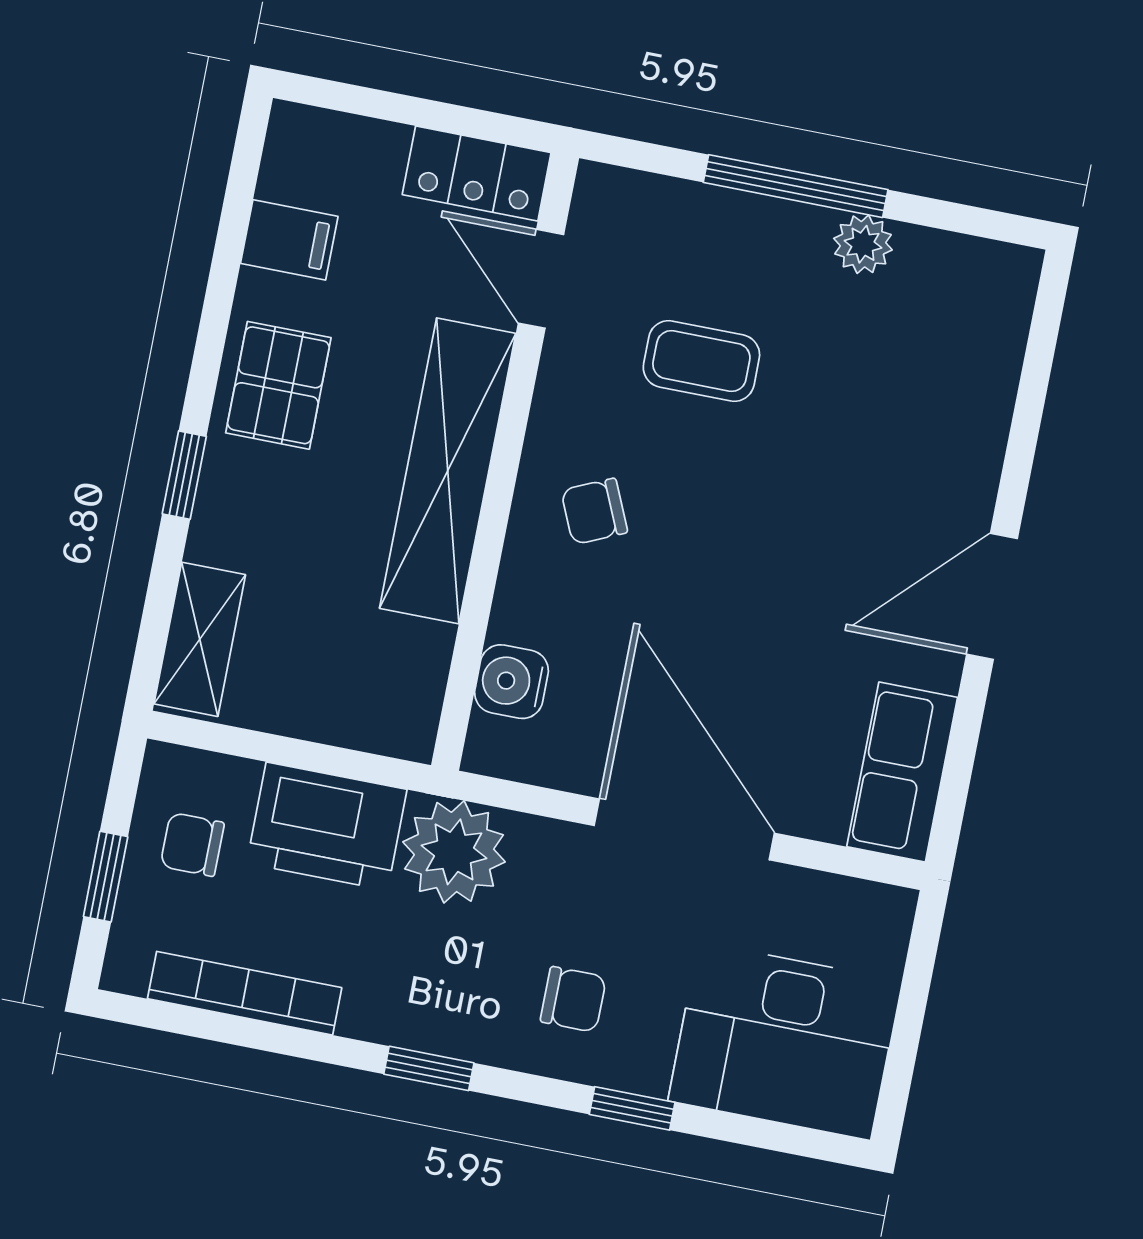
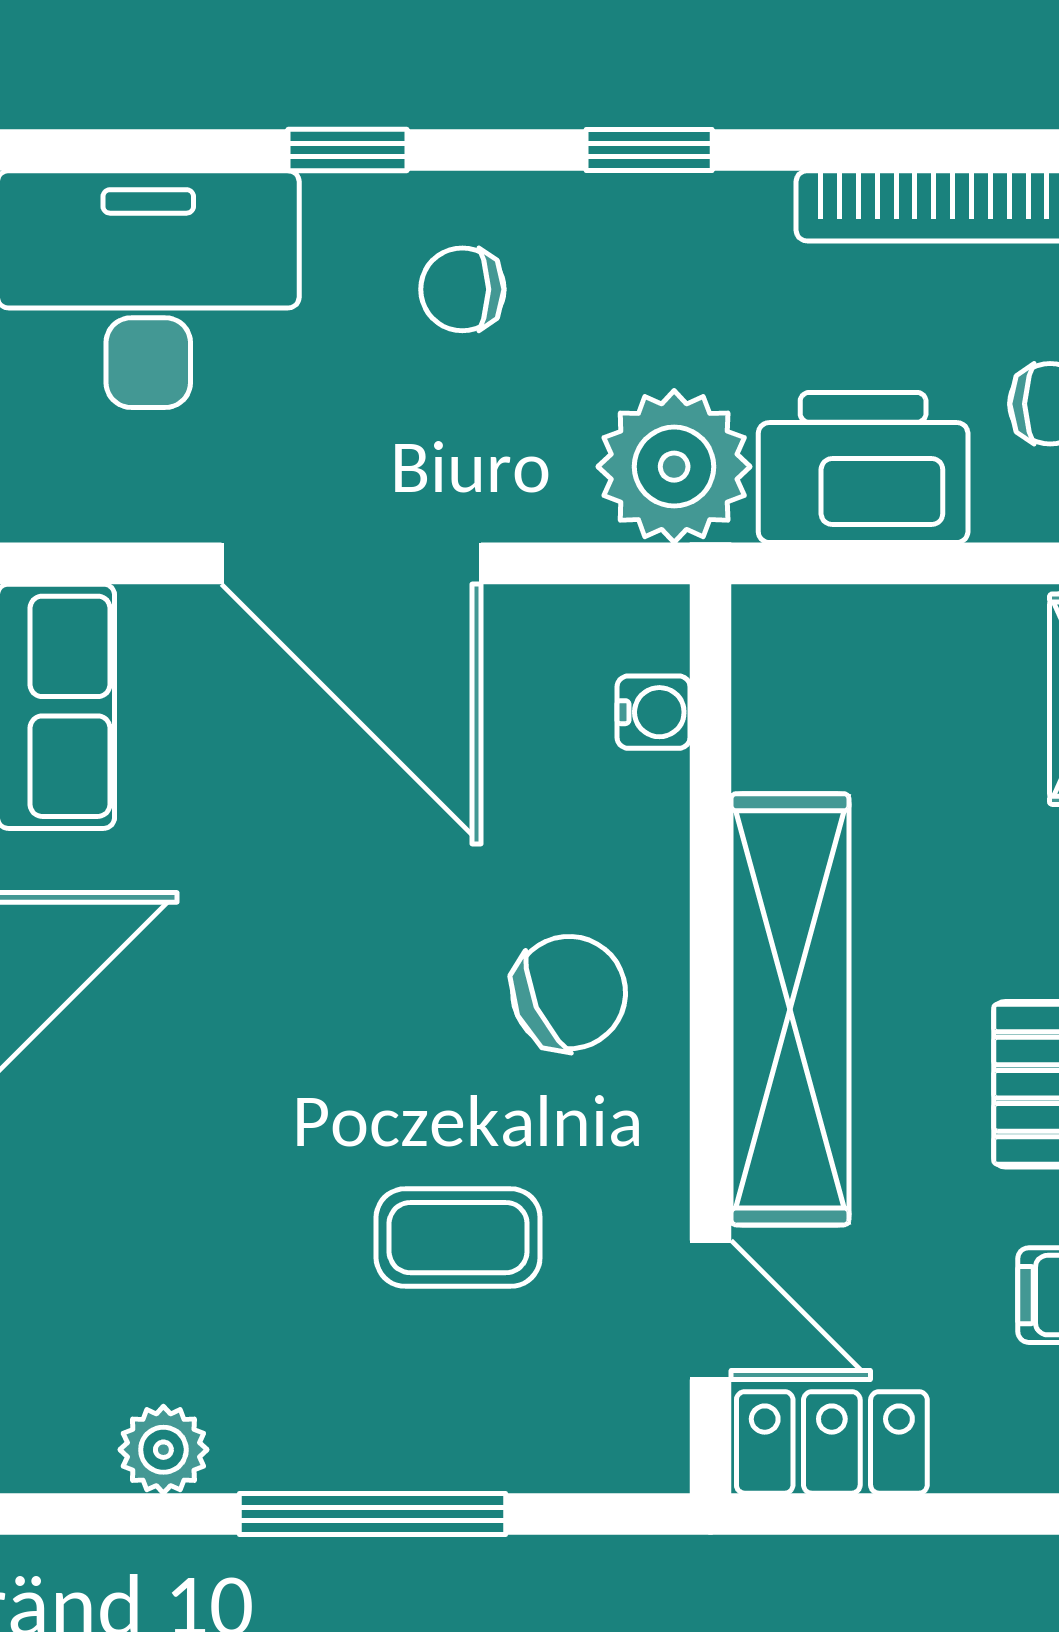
plant: (863, 244) -> (163, 1450), moved
chair: (594, 511) -> (569, 993), width x1.37, depth x1.37
water cooler: (511, 682) -> (654, 712), width x0.72, depth x0.72

